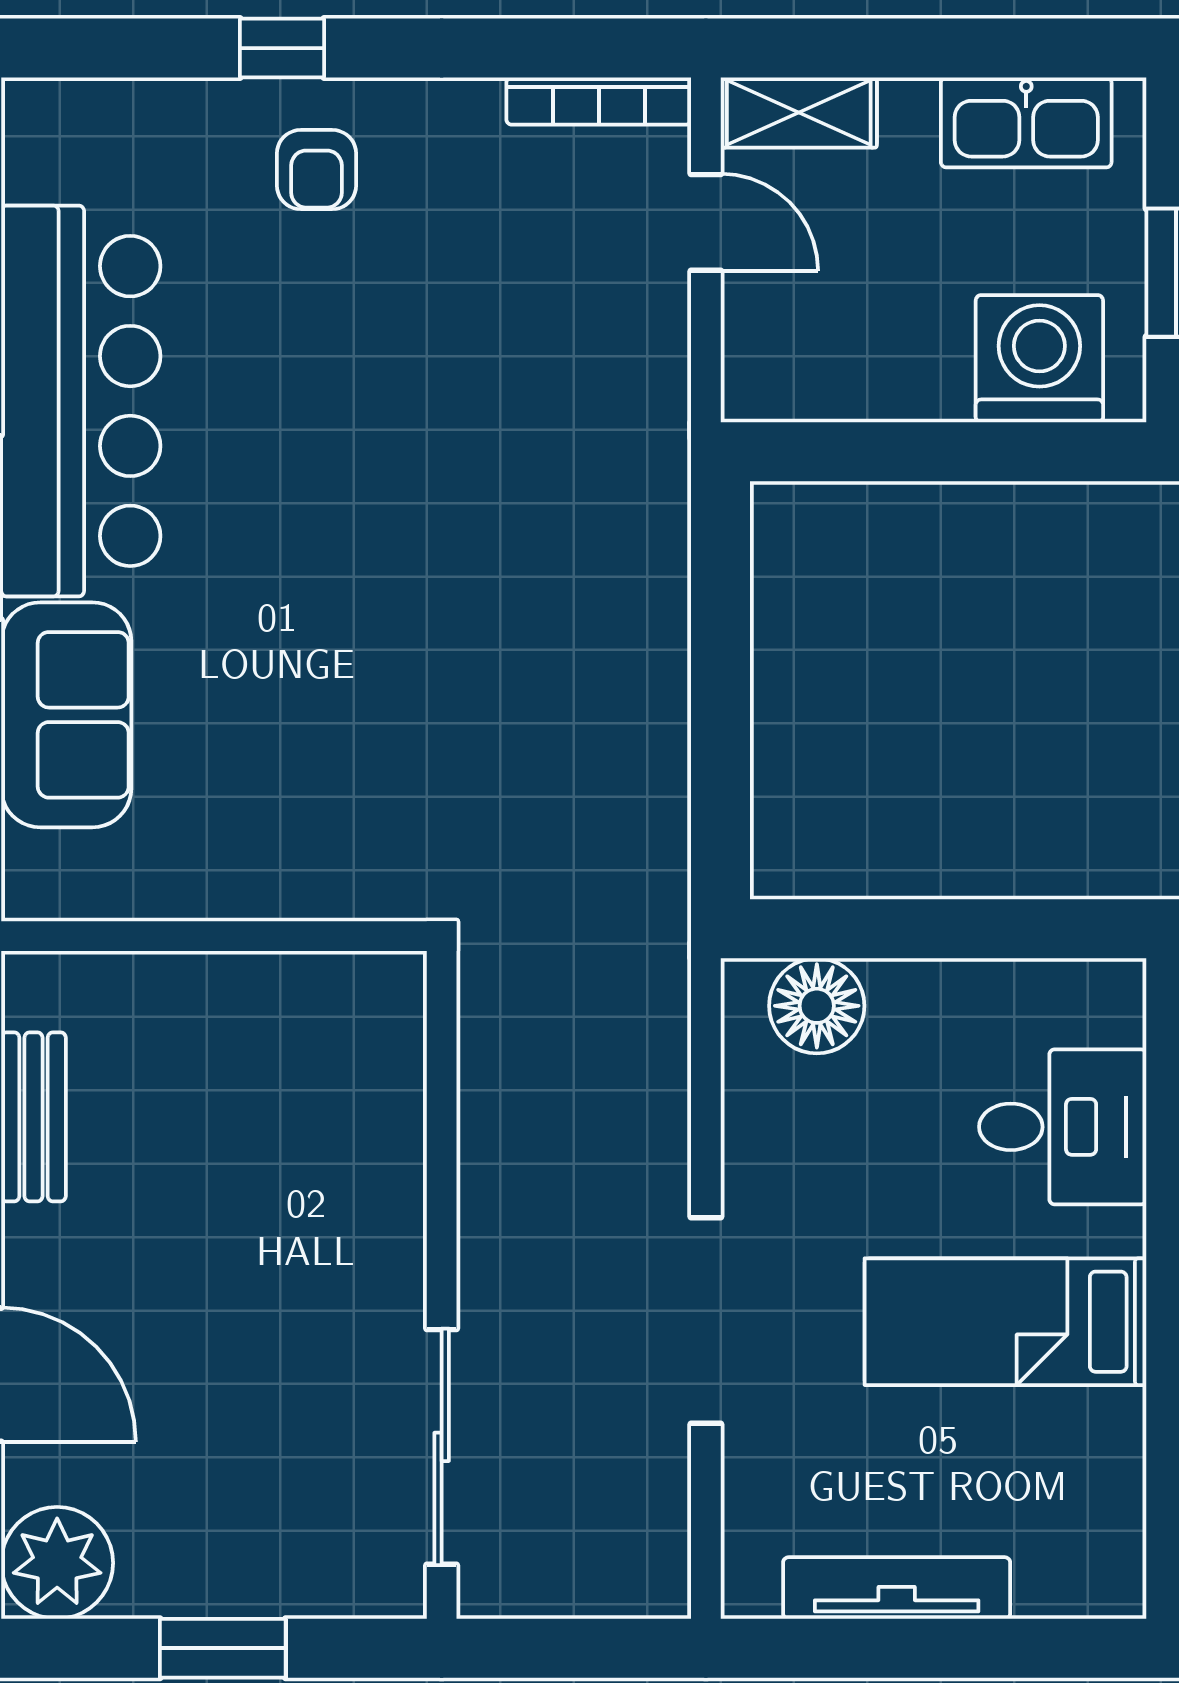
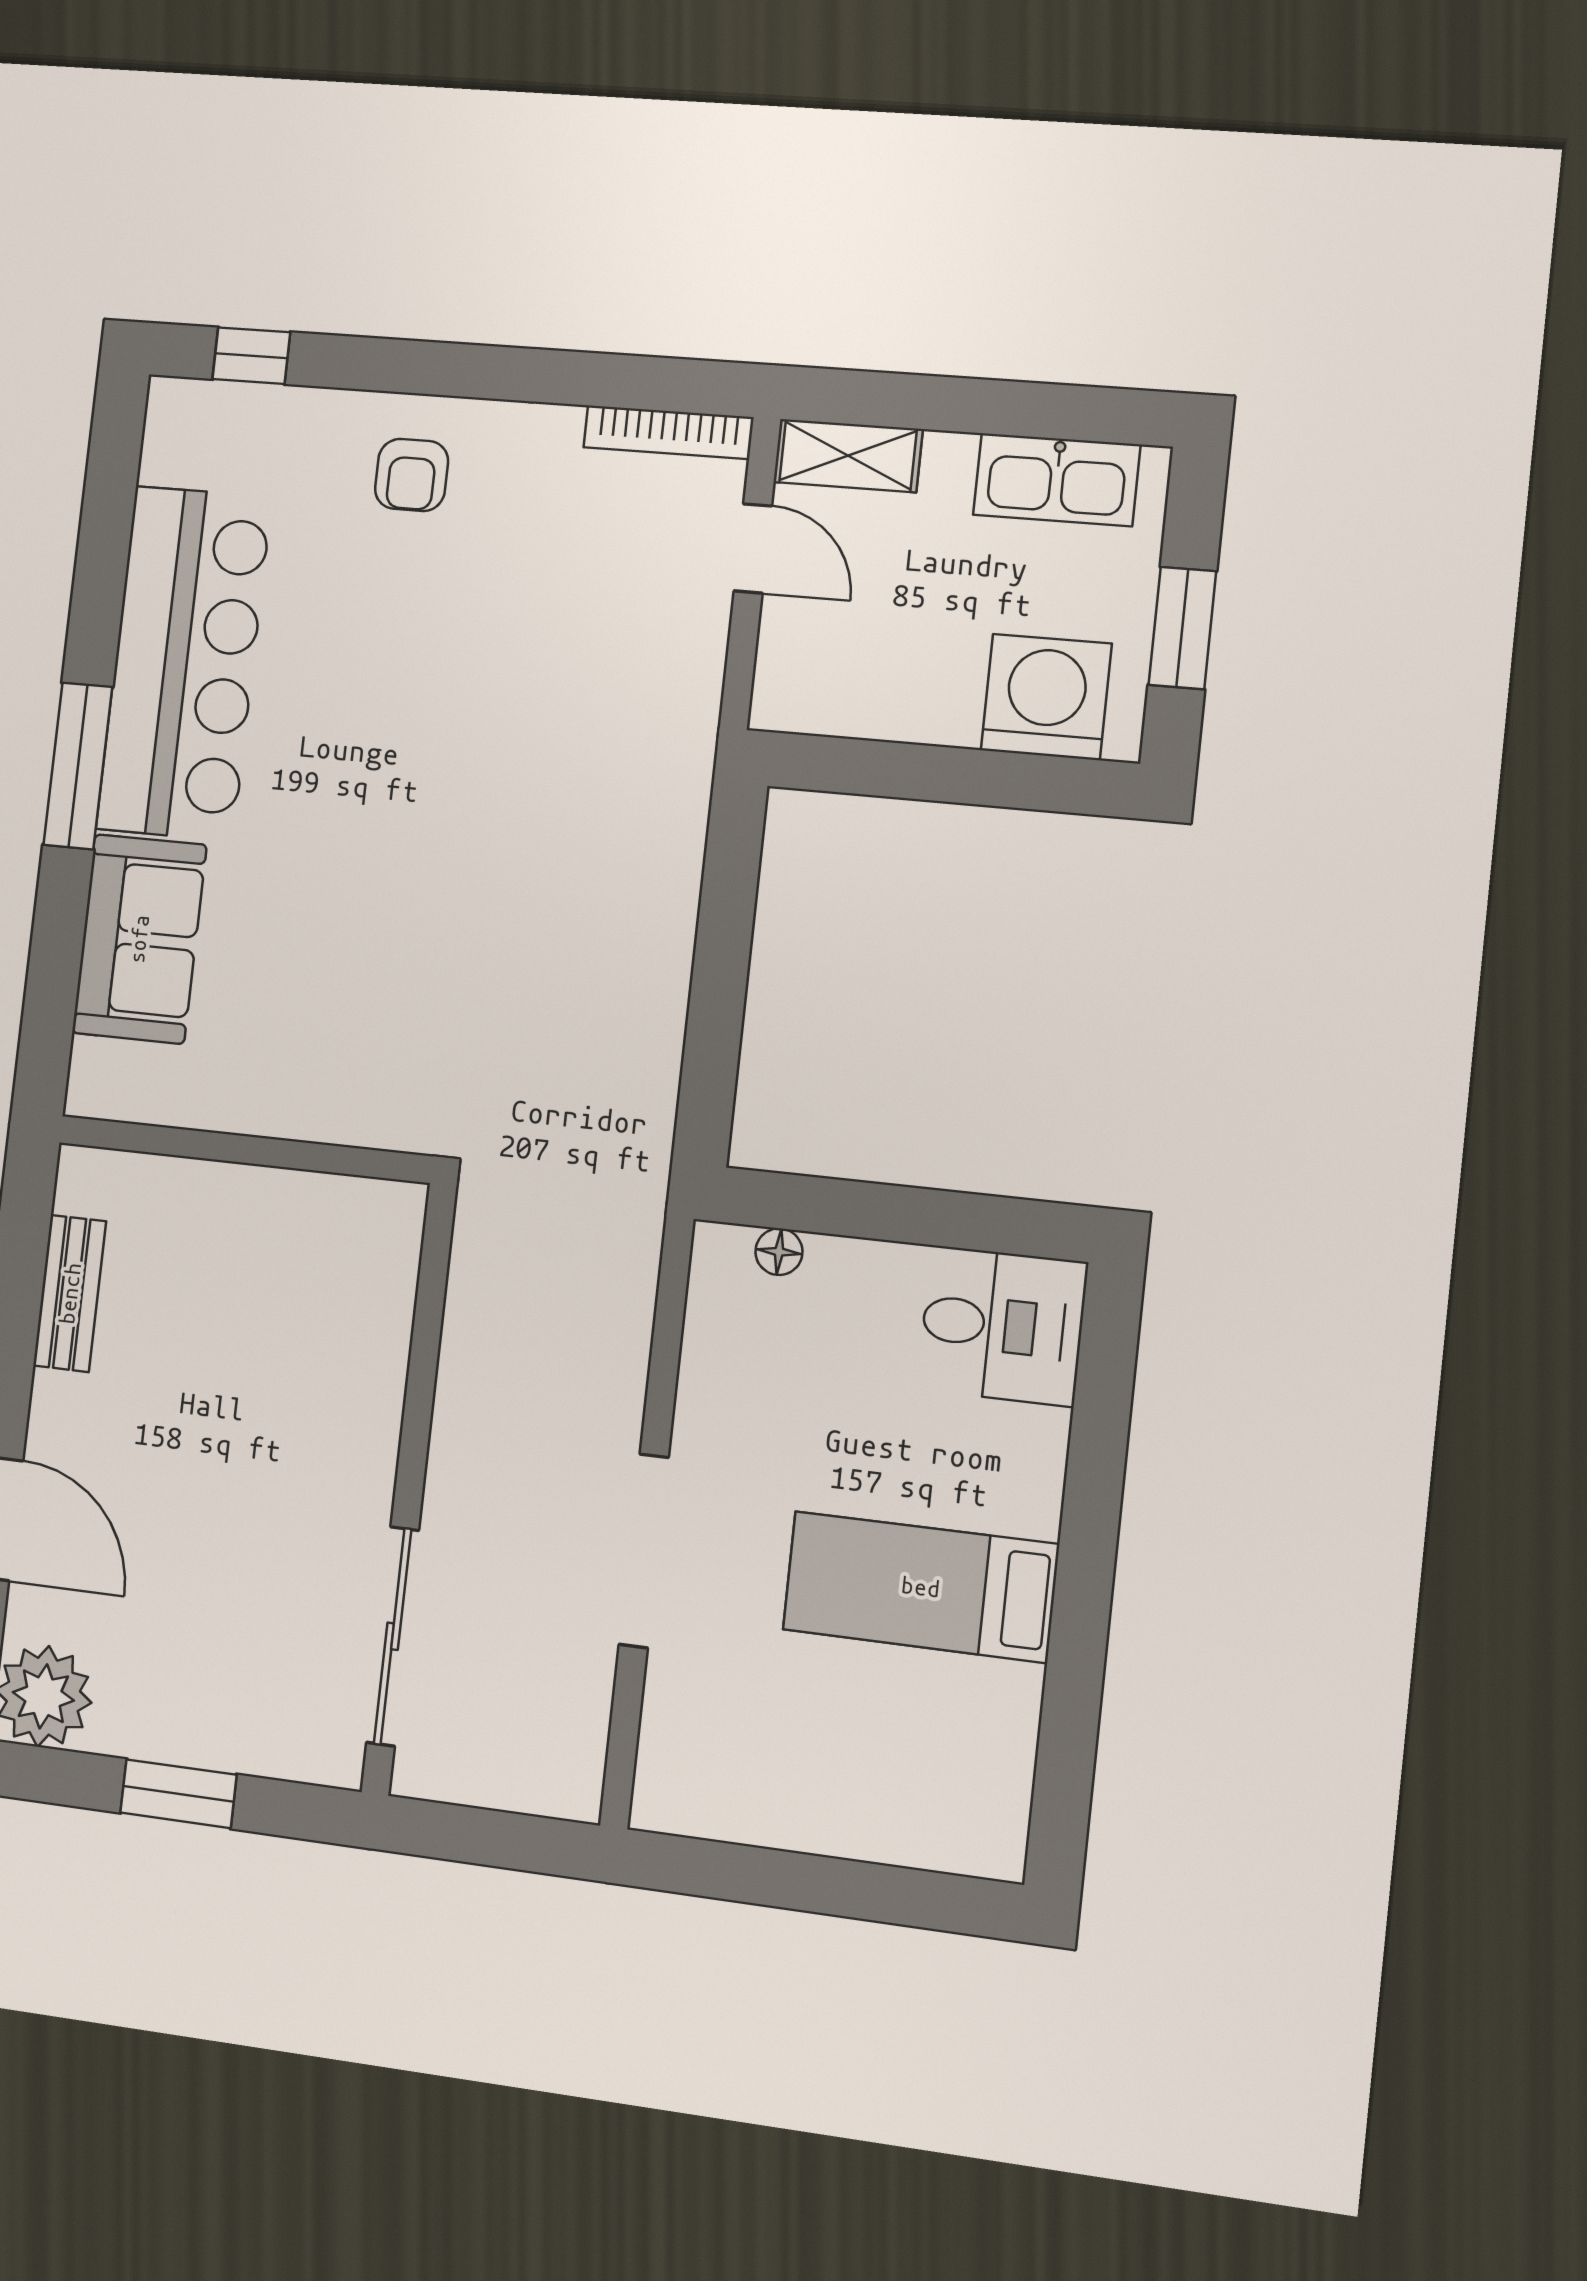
window: (282, 48) -> (251, 356), moved
floor lamp: (817, 1006) -> (779, 1252), width x0.53, depth x0.53
desk: (1063, 1127) -> (1002, 1326), moved
tv unit: (897, 1588) -> (793, 1823), removed

